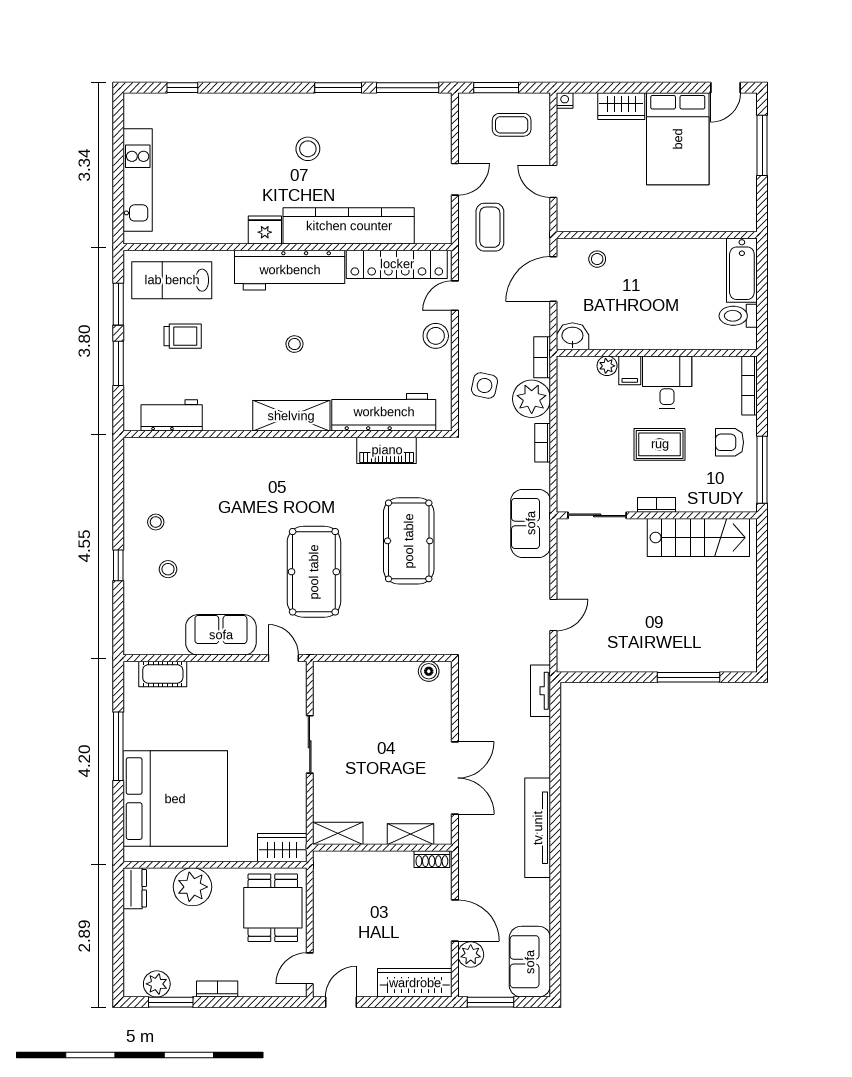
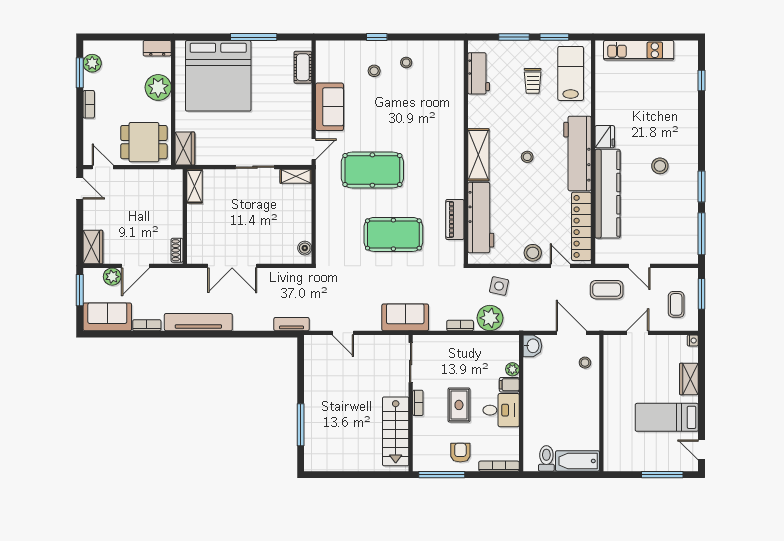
bed: (678, 139) -> (667, 417), width x0.67
bookcase: (542, 357) -> (147, 325), moved
shelving: (411, 834) -> (296, 176), moved, turned 90
wardrobe: (415, 983) -> (93, 247), width x0.67

